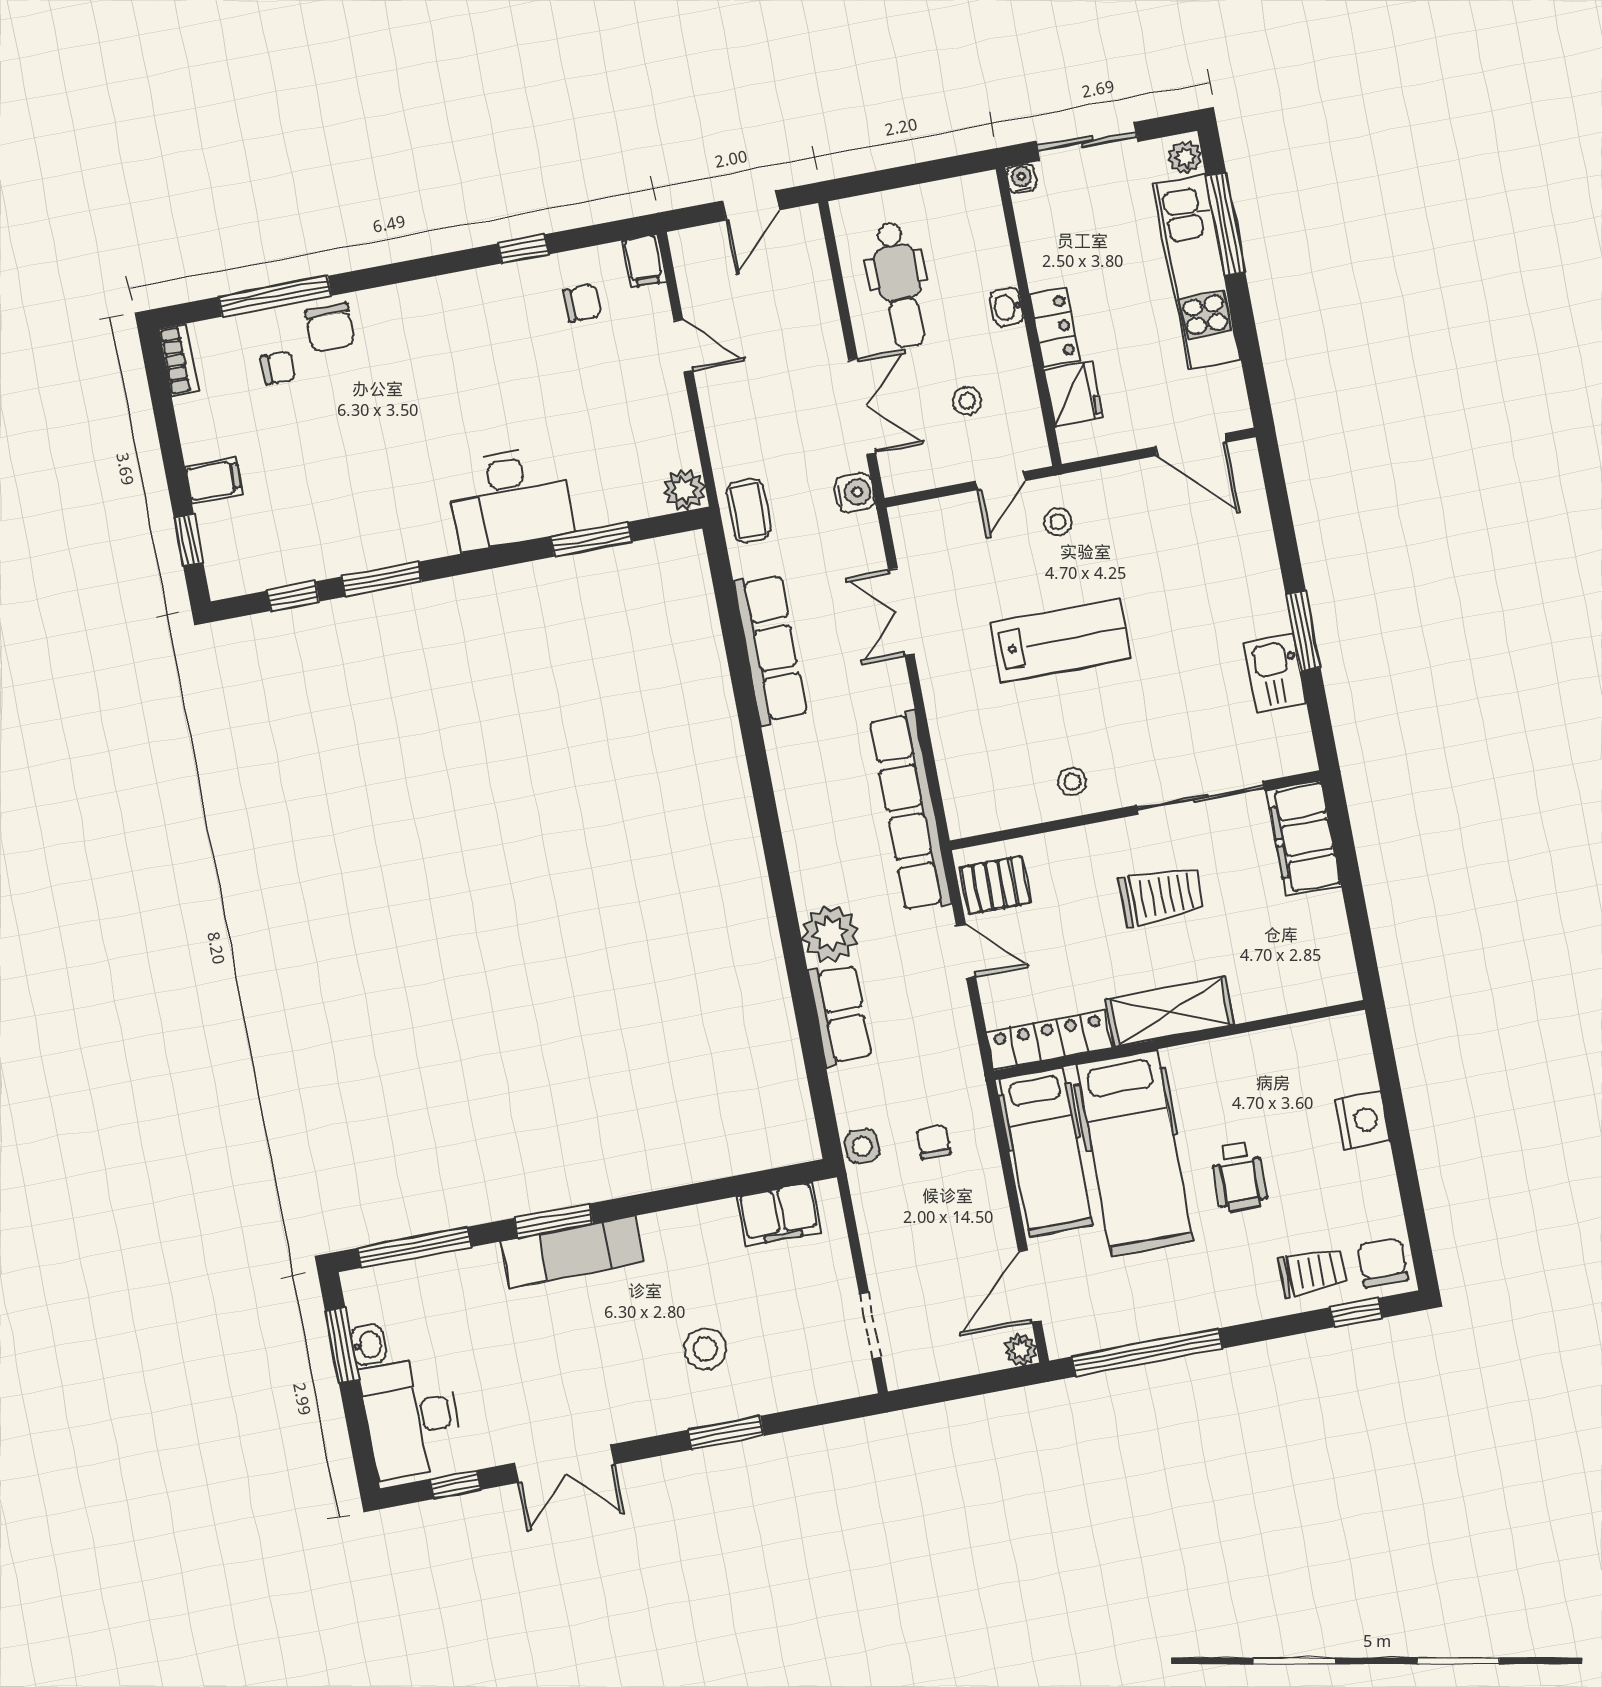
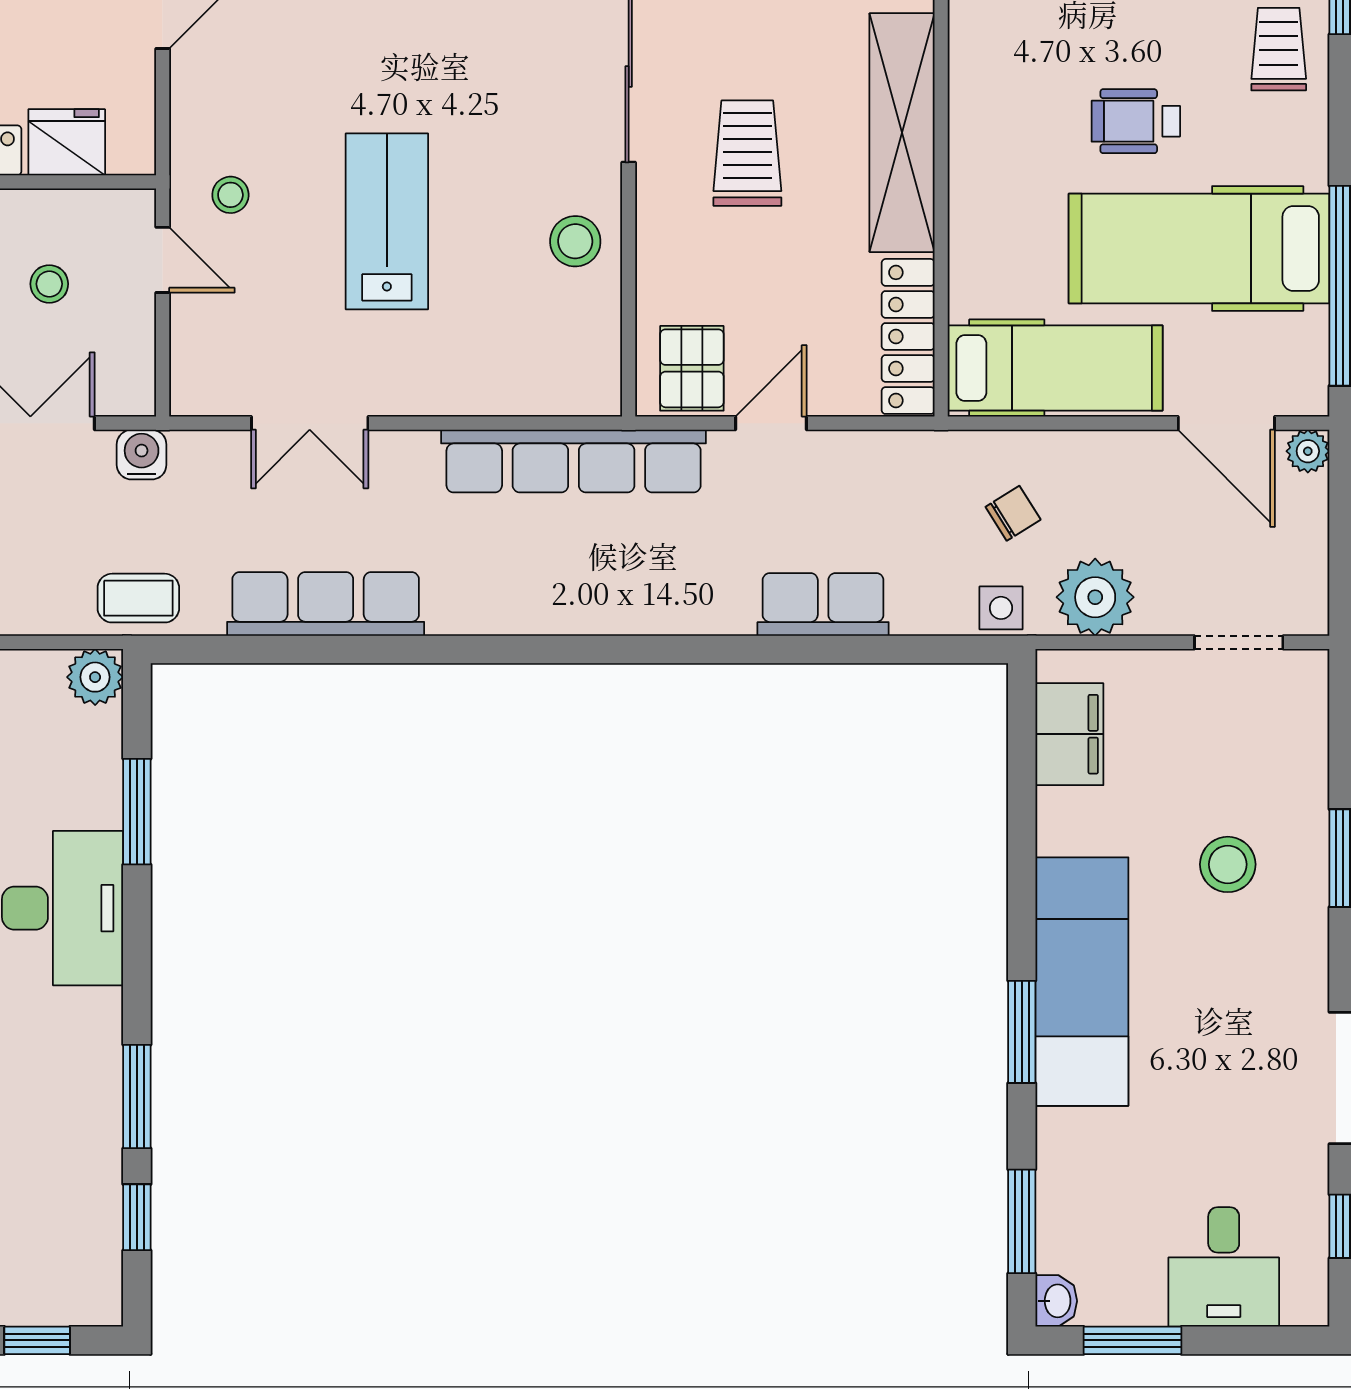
stool: (1072, 782) -> (575, 241), width x1.37, depth x1.37
plant: (830, 934) -> (1095, 597), moved
shelving: (1170, 1012) -> (902, 133), width x1.47
chair: (934, 1142) -> (1013, 513), turned 148
hospital bed: (1134, 1153) -> (1199, 248), moved, turned 180
wheelchair: (1239, 1177) -> (1136, 121), turned 180
window: (414, 1247) -> (1022, 1221), width x0.69
exam couch: (573, 1252) -> (1082, 982), width x1.36, depth x1.45
washbasin: (368, 1345) -> (1056, 1301), moved, turned 90
desk: (412, 1418) -> (1224, 1267), width x0.73

